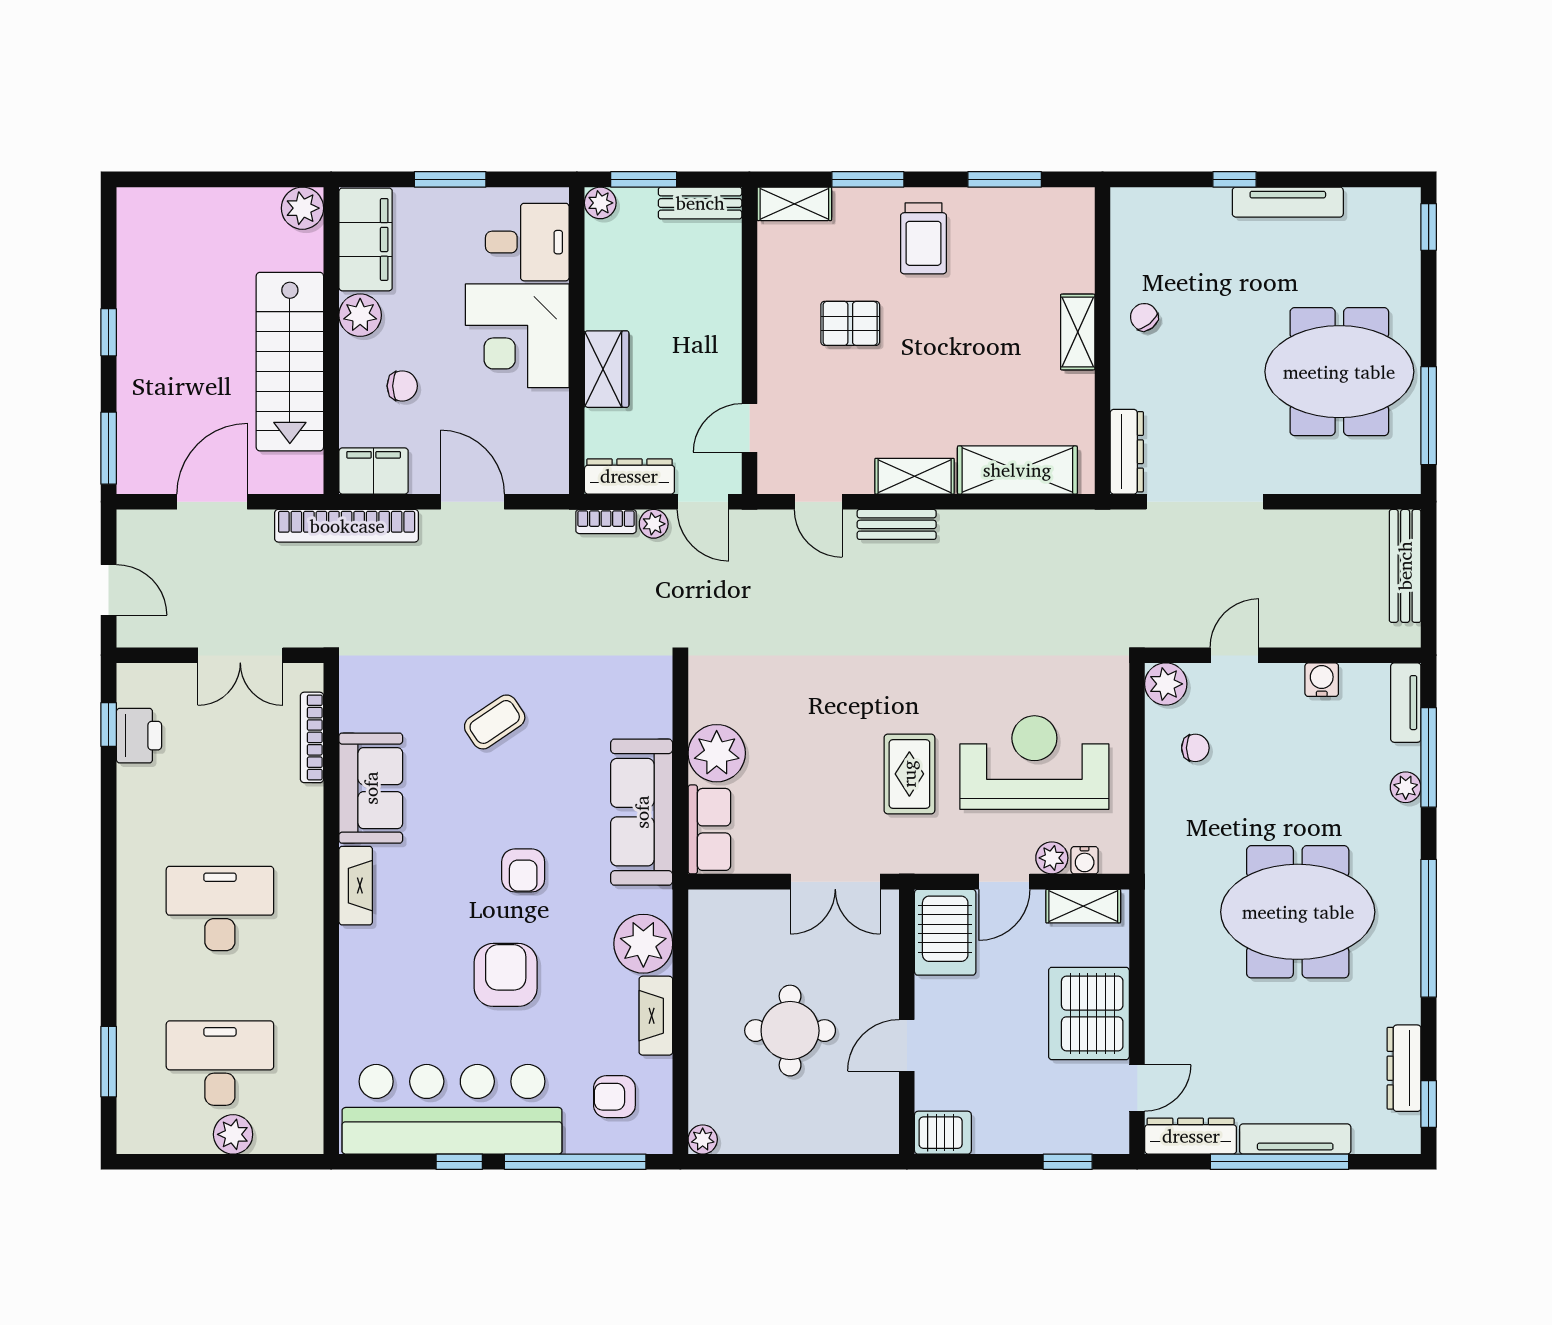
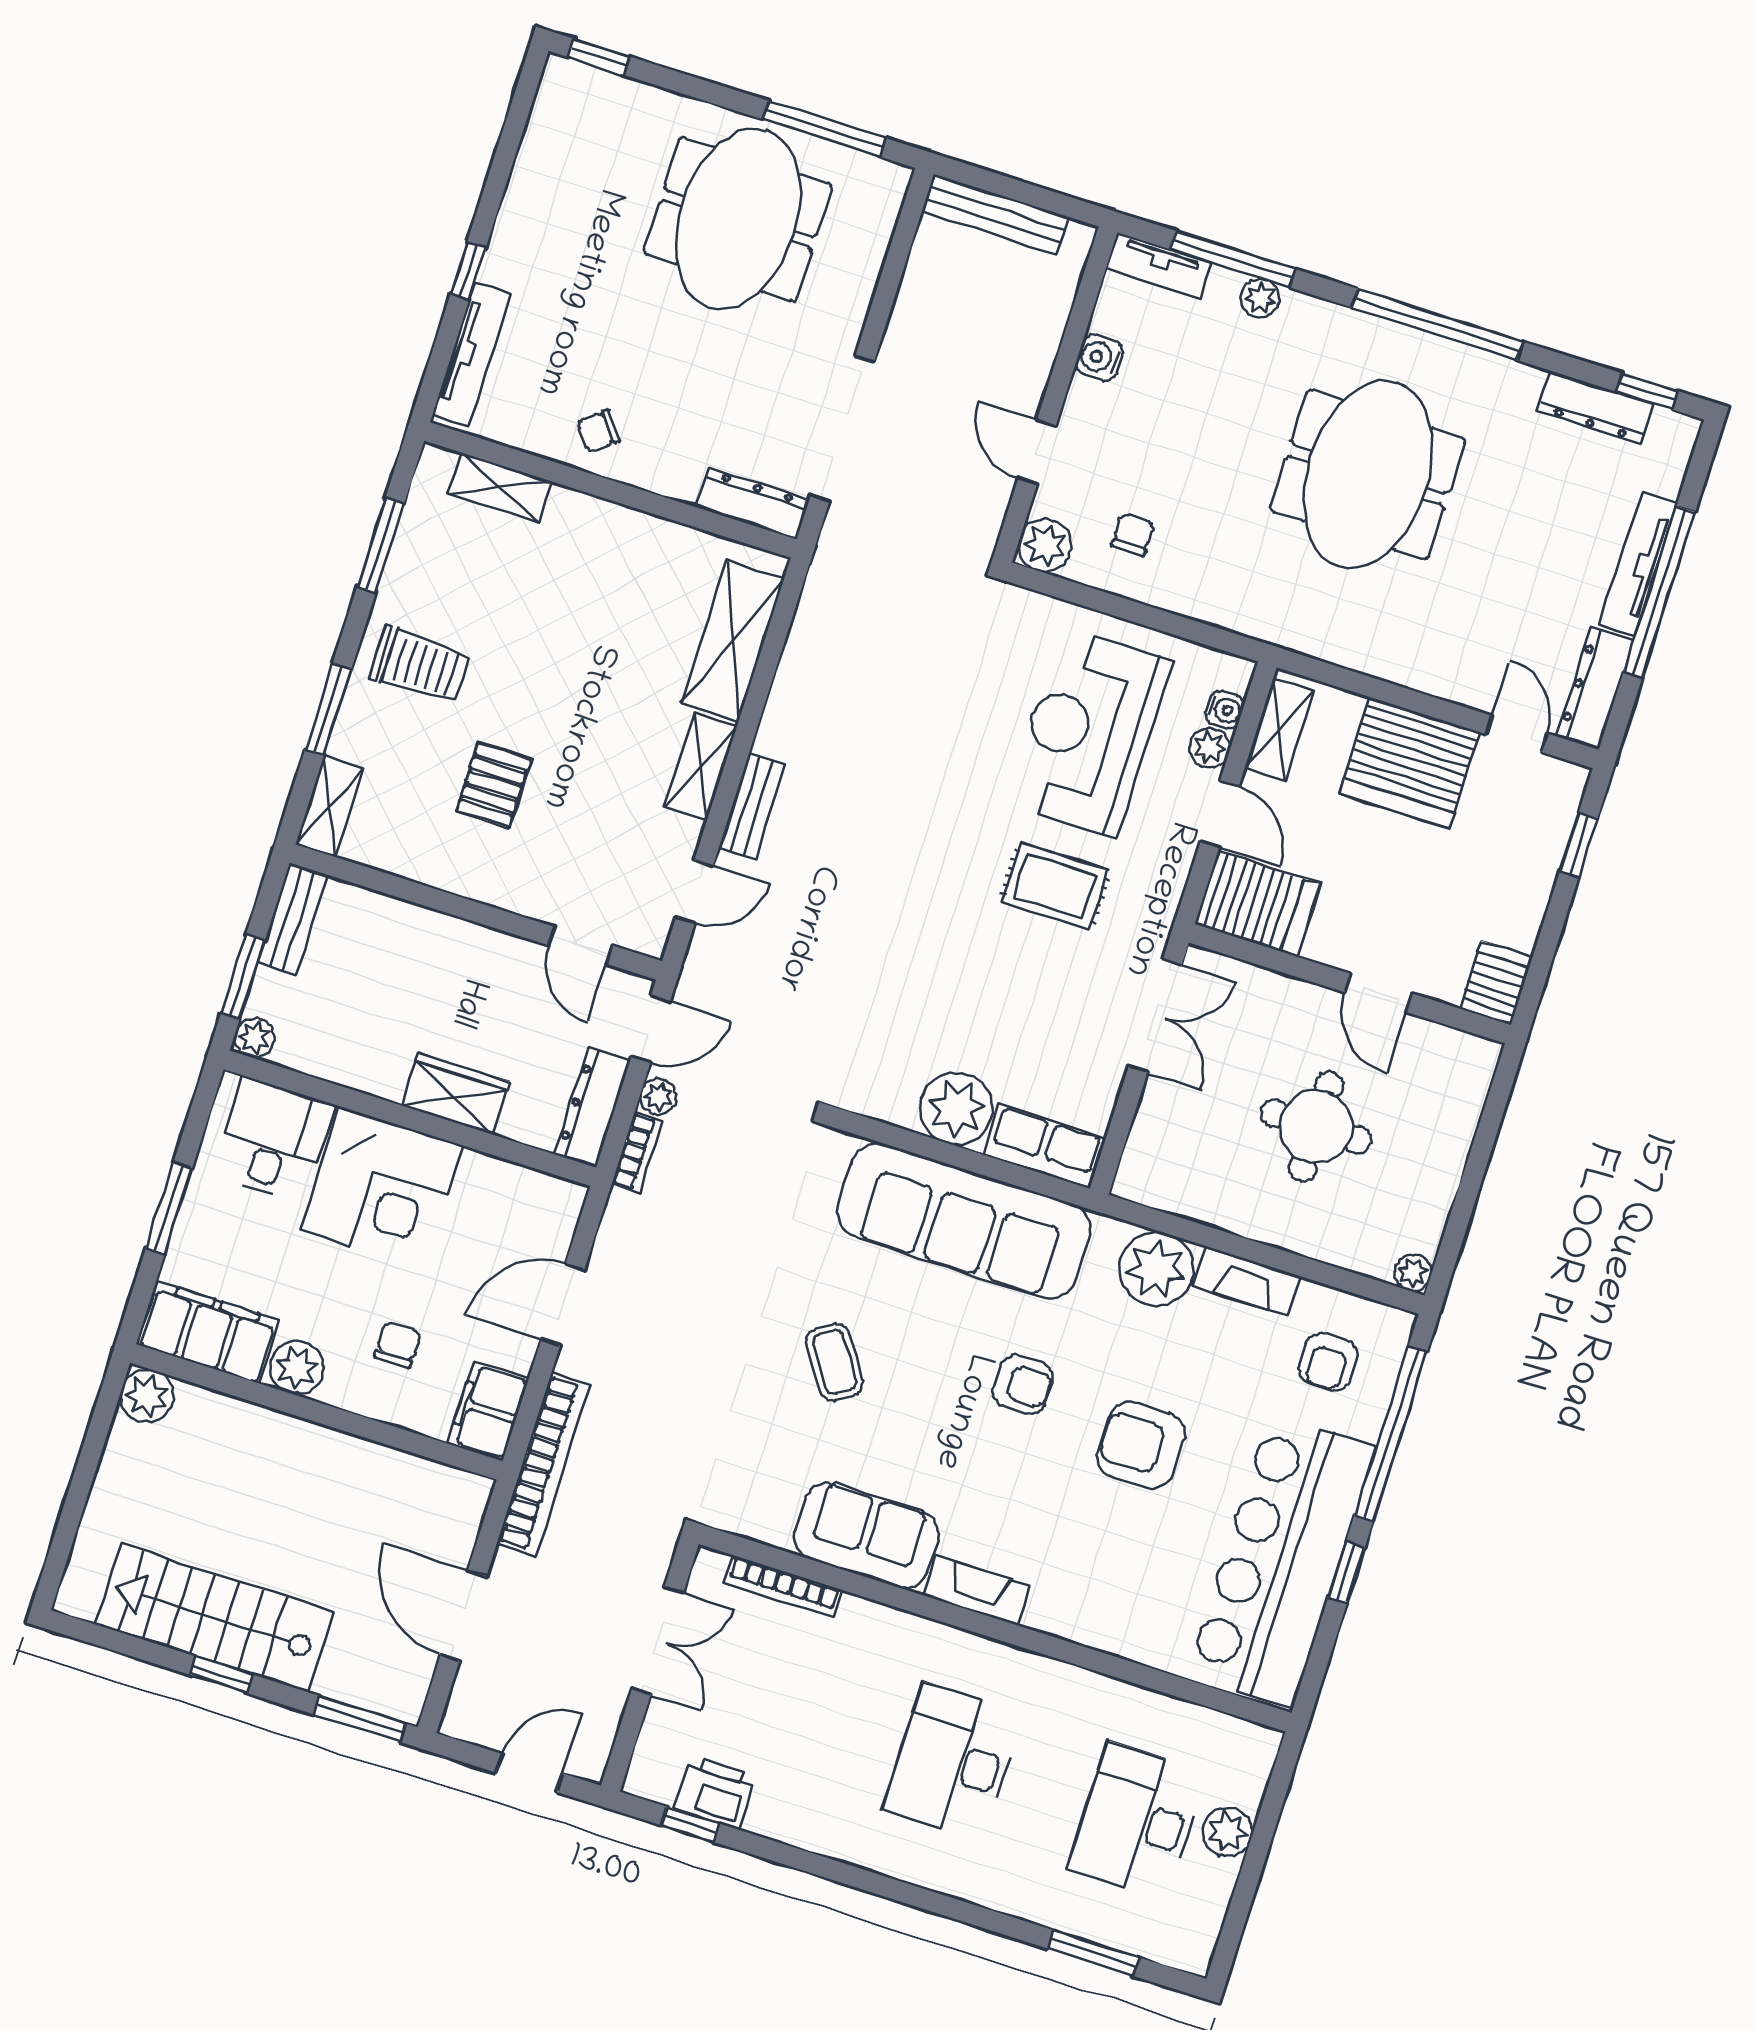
tv unit: (1288, 202) -> (471, 354), moved
shelving: (1078, 332) -> (500, 487), moved
stairs: (290, 362) -> (214, 1618), moved, turned 180
sofa: (642, 812) -> (964, 1221), width x1.36, depth x1.27

